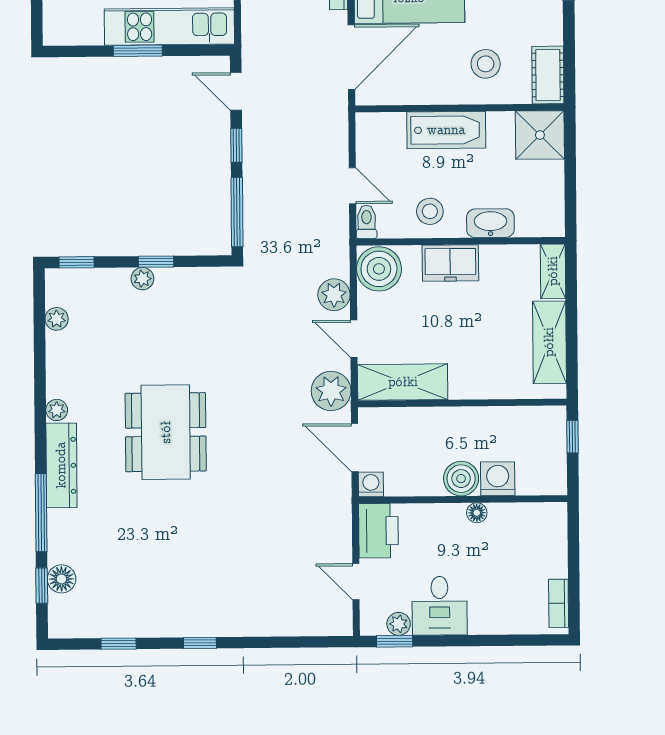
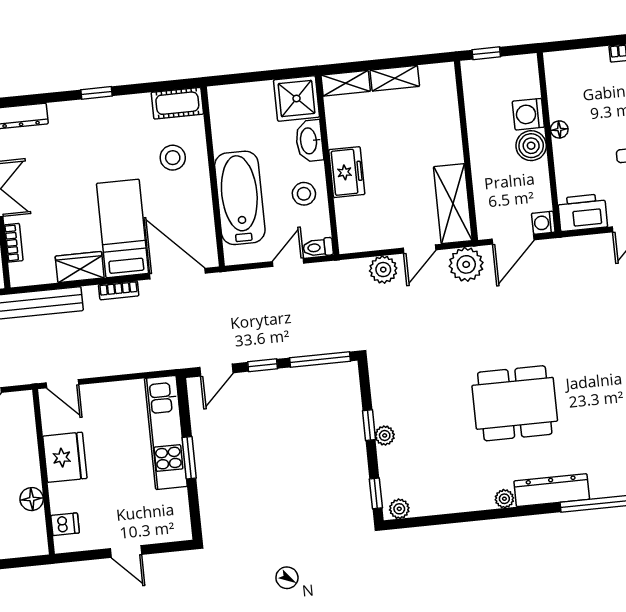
bathtub: (446, 130) -> (240, 198), width x1.36, depth x1.36
shower: (540, 135) -> (297, 98), moved
boiler: (379, 269) -> (357, 233), removed
plant: (57, 319) -> (399, 509), moved
shelving: (549, 342) -> (395, 78), width x0.67, depth x0.75

